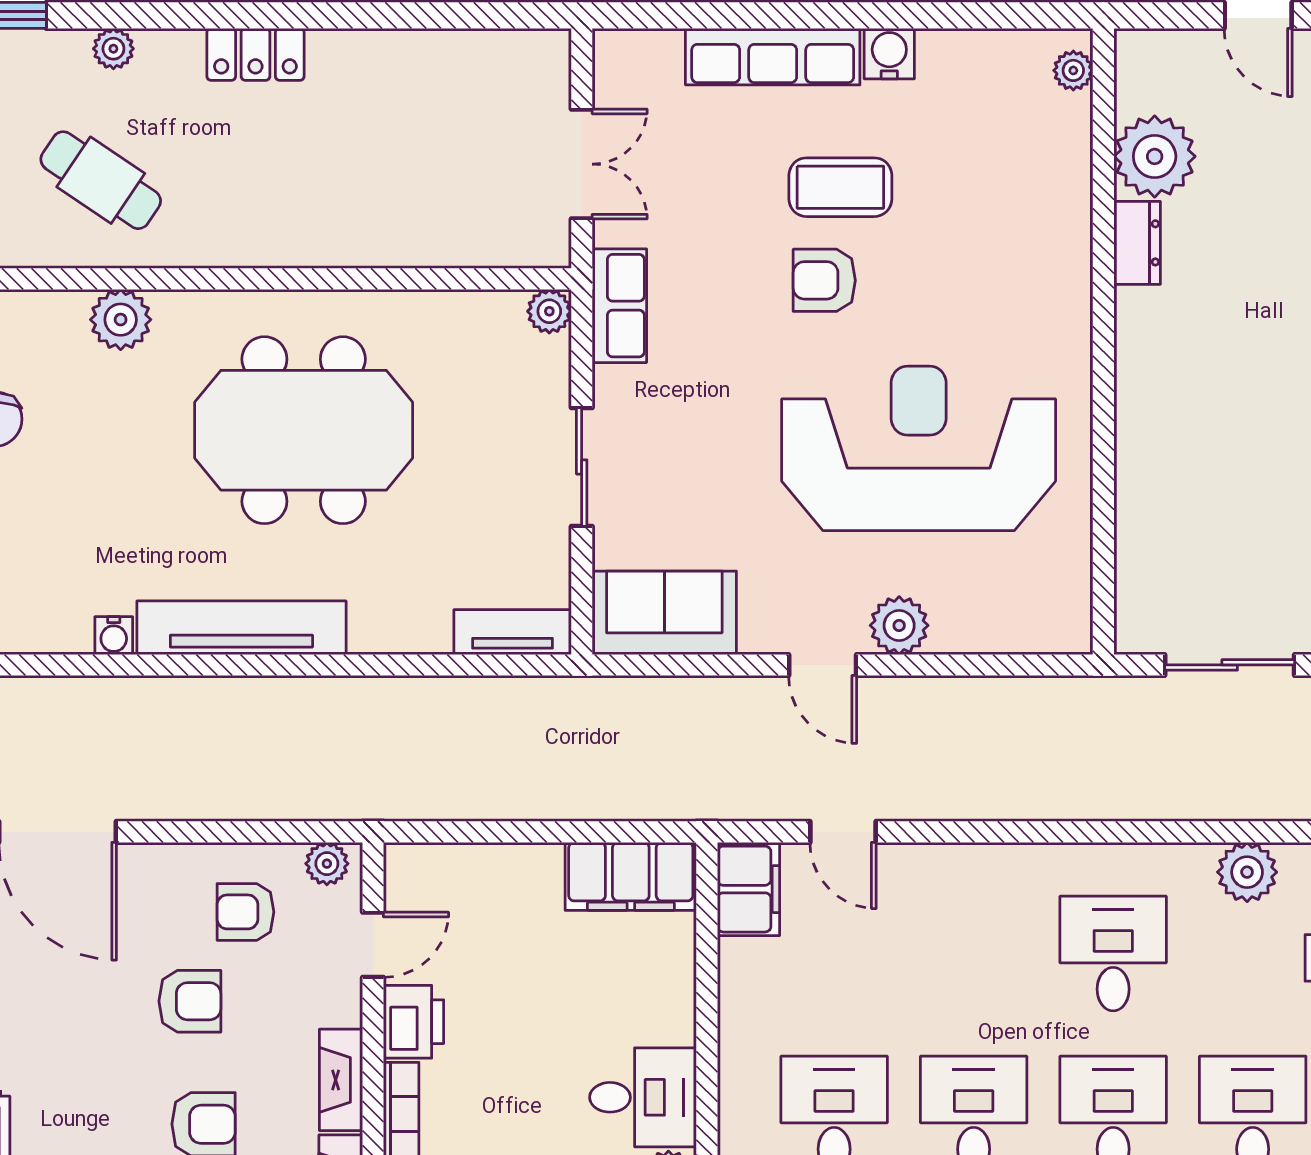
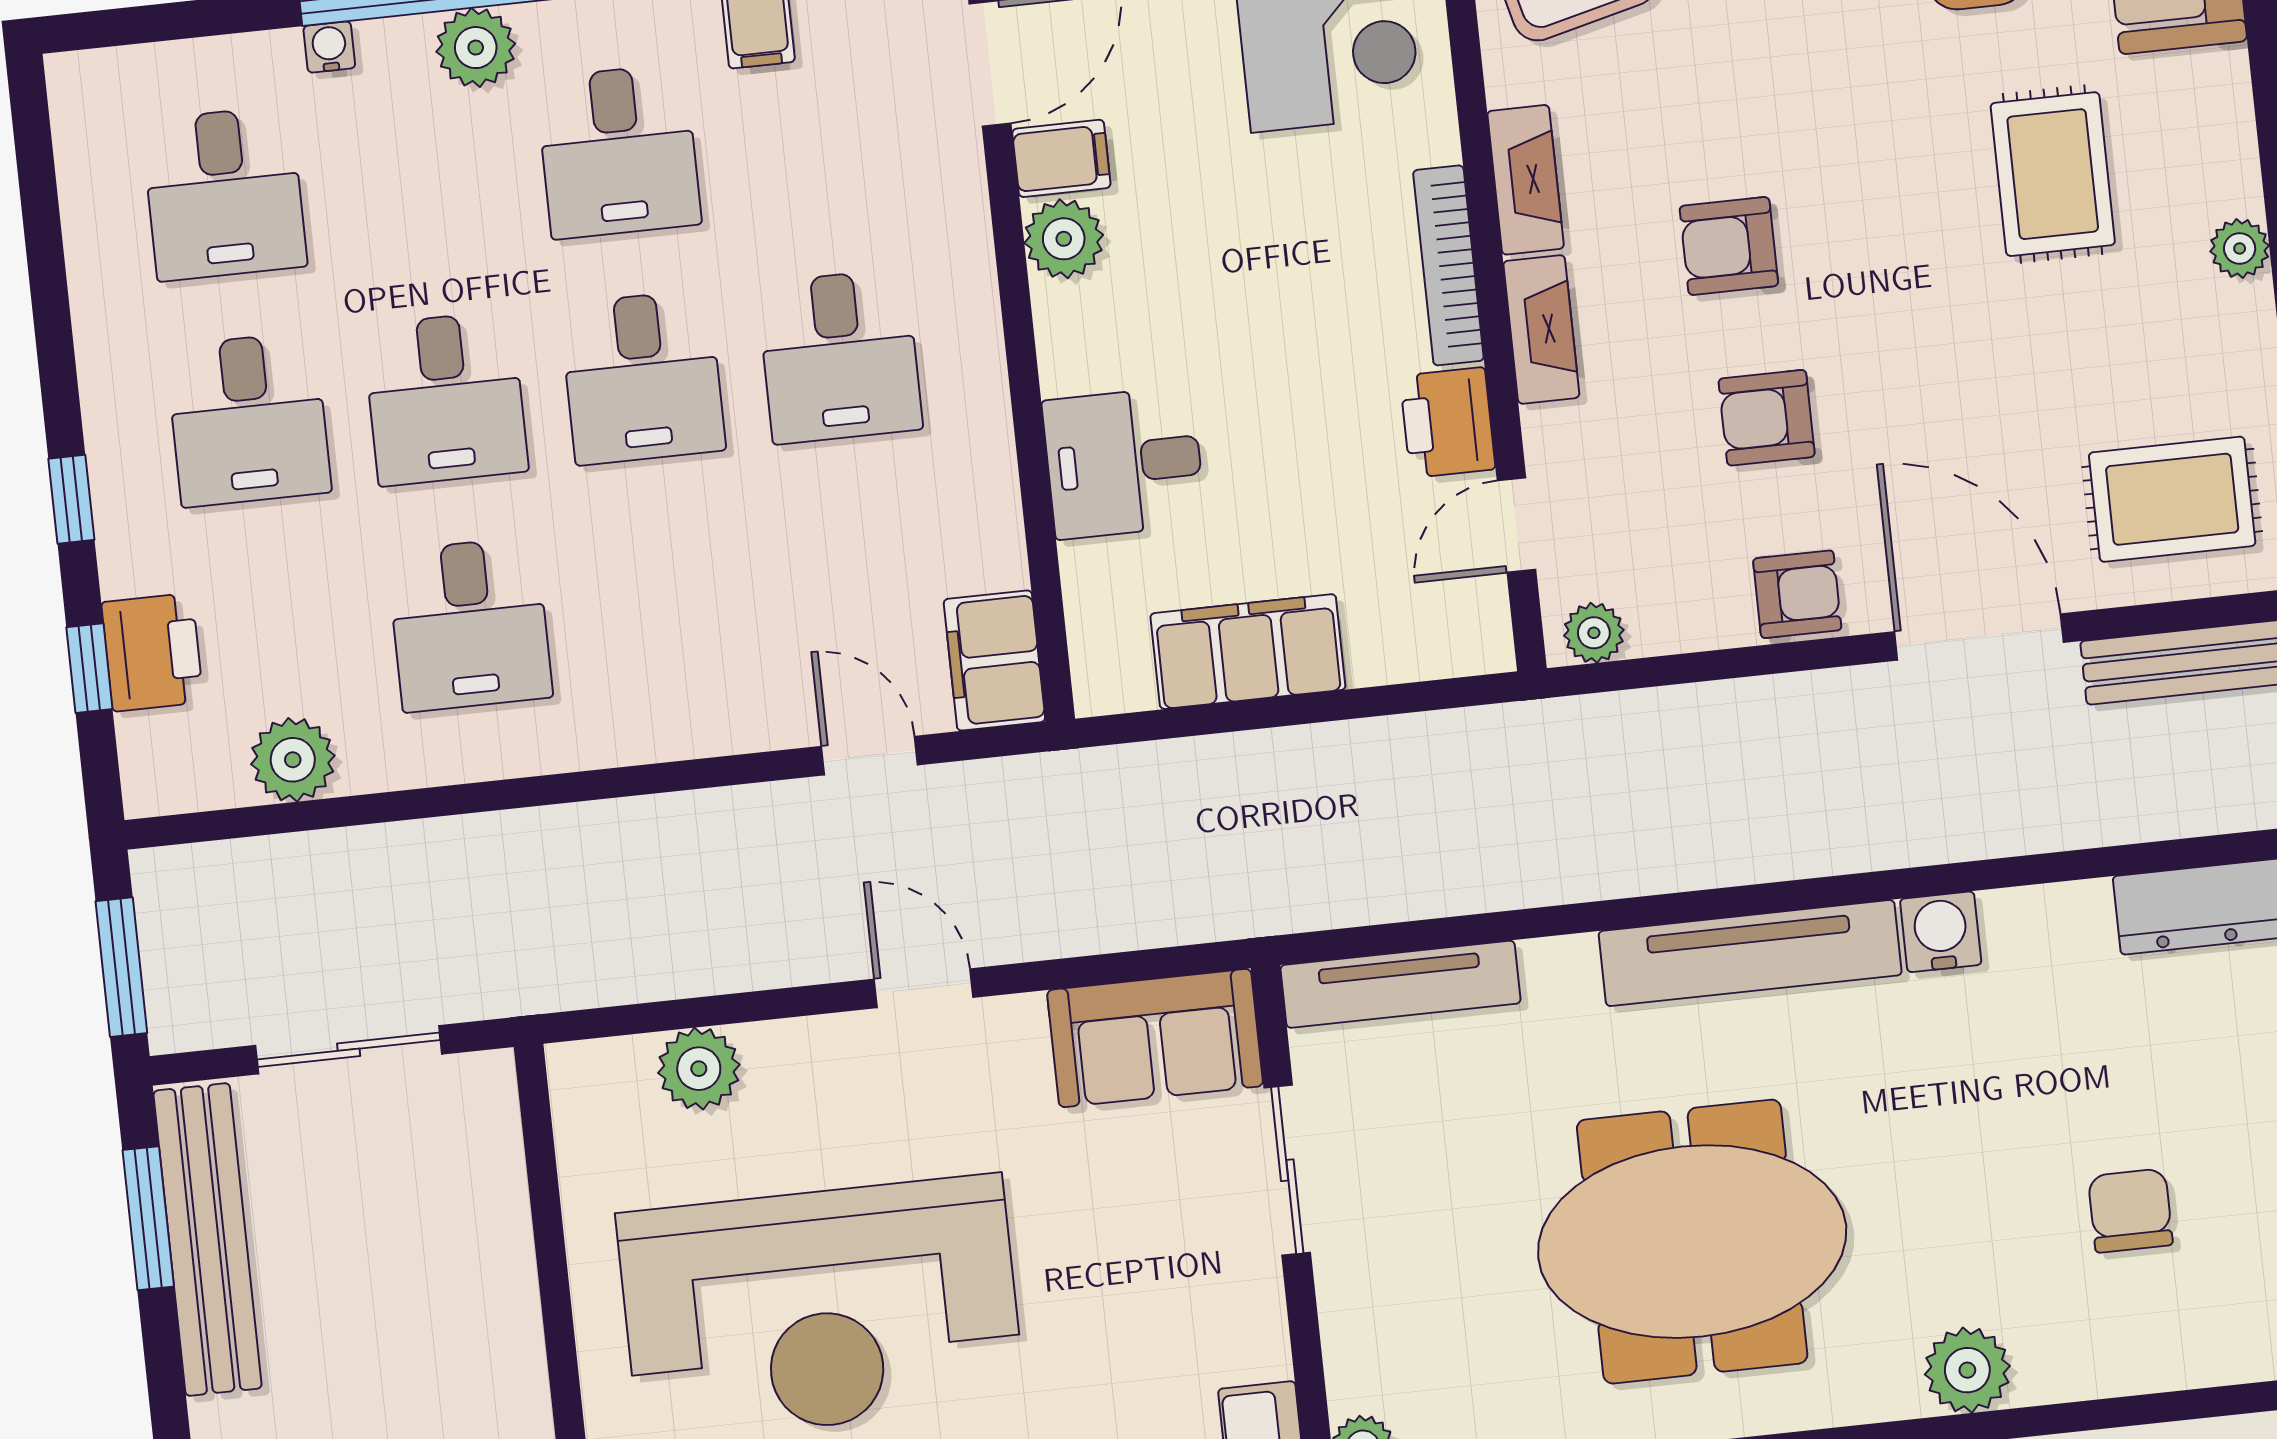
sliding door: (582, 467) -> (1287, 1170), moved
plant: (899, 625) -> (699, 1069), moved
tv unit: (513, 632) -> (1401, 984), width x1.41
water cooler: (114, 636) -> (1941, 932), width x1.38, depth x1.38
filing cabinet: (631, 876) -> (1248, 652), moved
armchair: (245, 912) -> (1797, 594), moved
desk: (643, 1097) -> (1124, 463), moved

